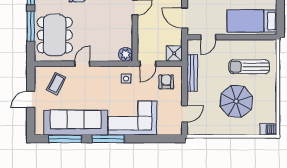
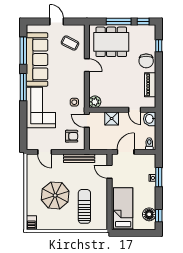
shower: (174, 53) -> (112, 118), moved

